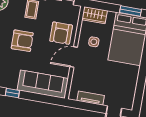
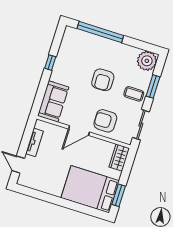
side table: (94, 42) -> (92, 153), removed
door: (74, 57) -> (79, 131), swing flipped
sofa: (43, 84) -> (53, 101), width x0.73

